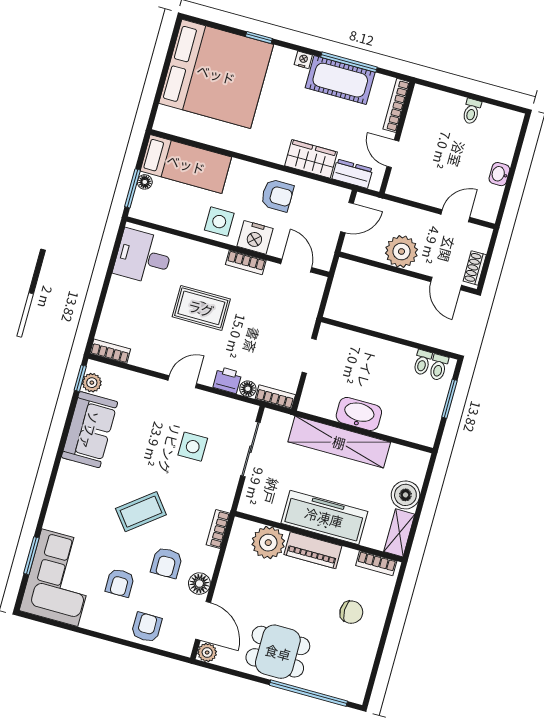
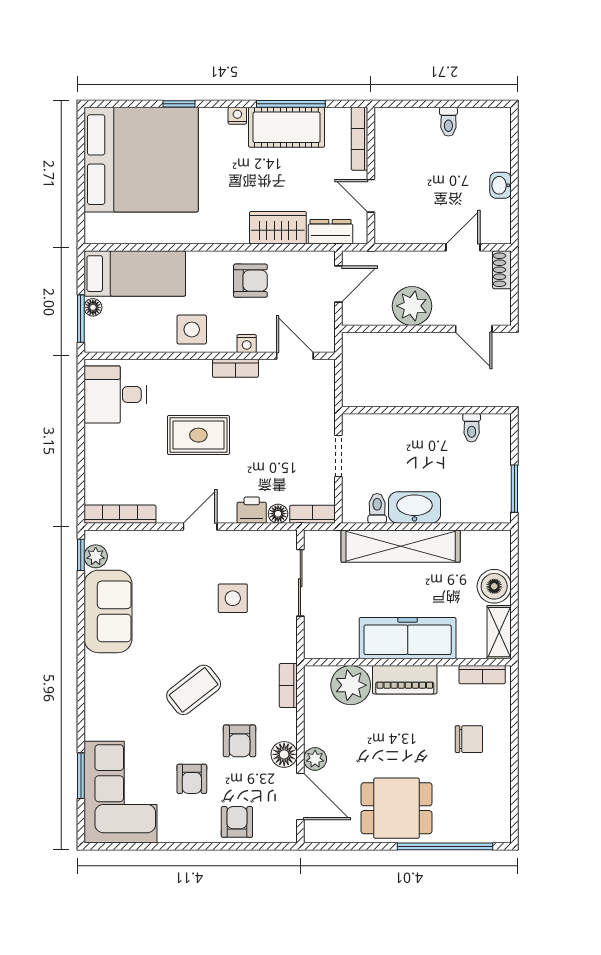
nightstand: (255, 237) -> (247, 344), width x0.53, depth x0.56
shoe rack: (475, 268) -> (502, 270), moved
bookcase: (110, 351) -> (120, 514), width x1.56
toilet: (439, 367) -> (377, 508), moved, turned 180
window: (449, 399) -> (514, 489), moved
plant: (207, 653) -> (315, 759), moved

